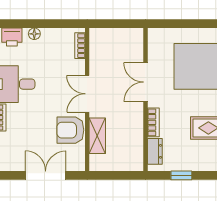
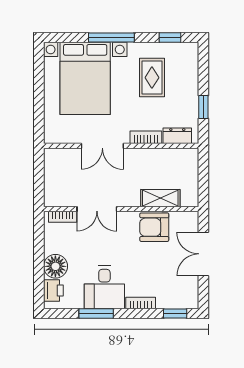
floor lamp: (34, 34) -> (55, 266), width x1.89, depth x1.89
double door: (87, 94) -> (97, 209), moved
armchair: (70, 130) -> (154, 227), turned 90

